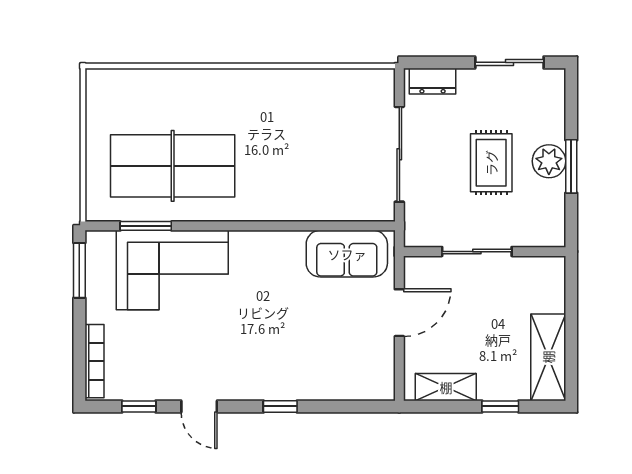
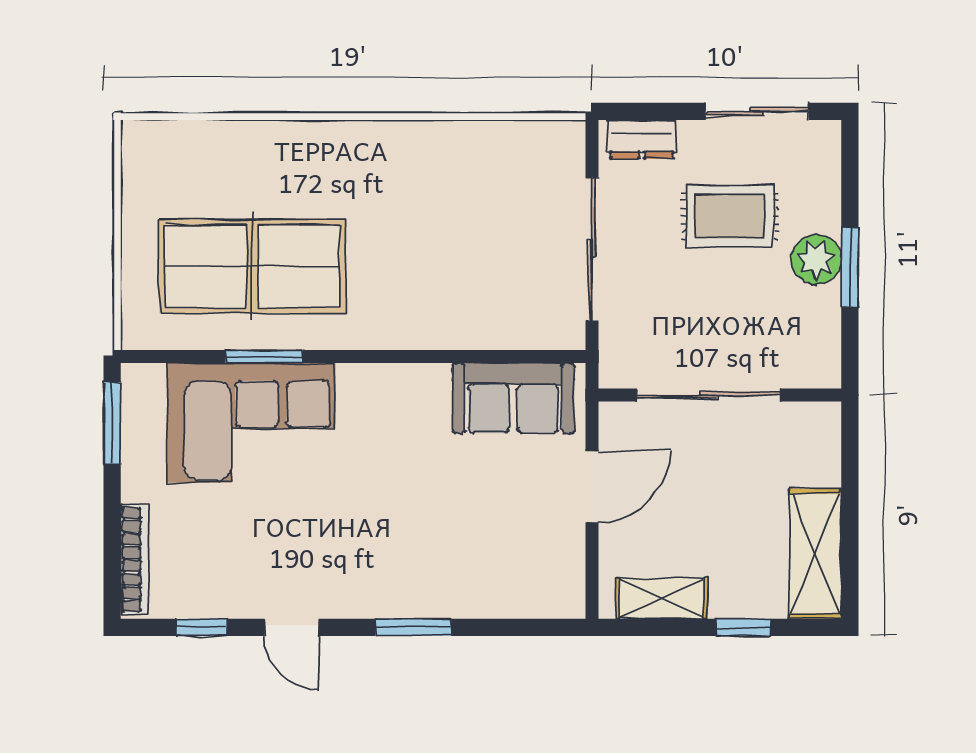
rug: (491, 163) -> (730, 216), moved, turned 90
window: (146, 226) -> (264, 357), moved
sliding door: (477, 252) -> (708, 395), width x1.37
window: (280, 406) -> (413, 627), width x1.50

